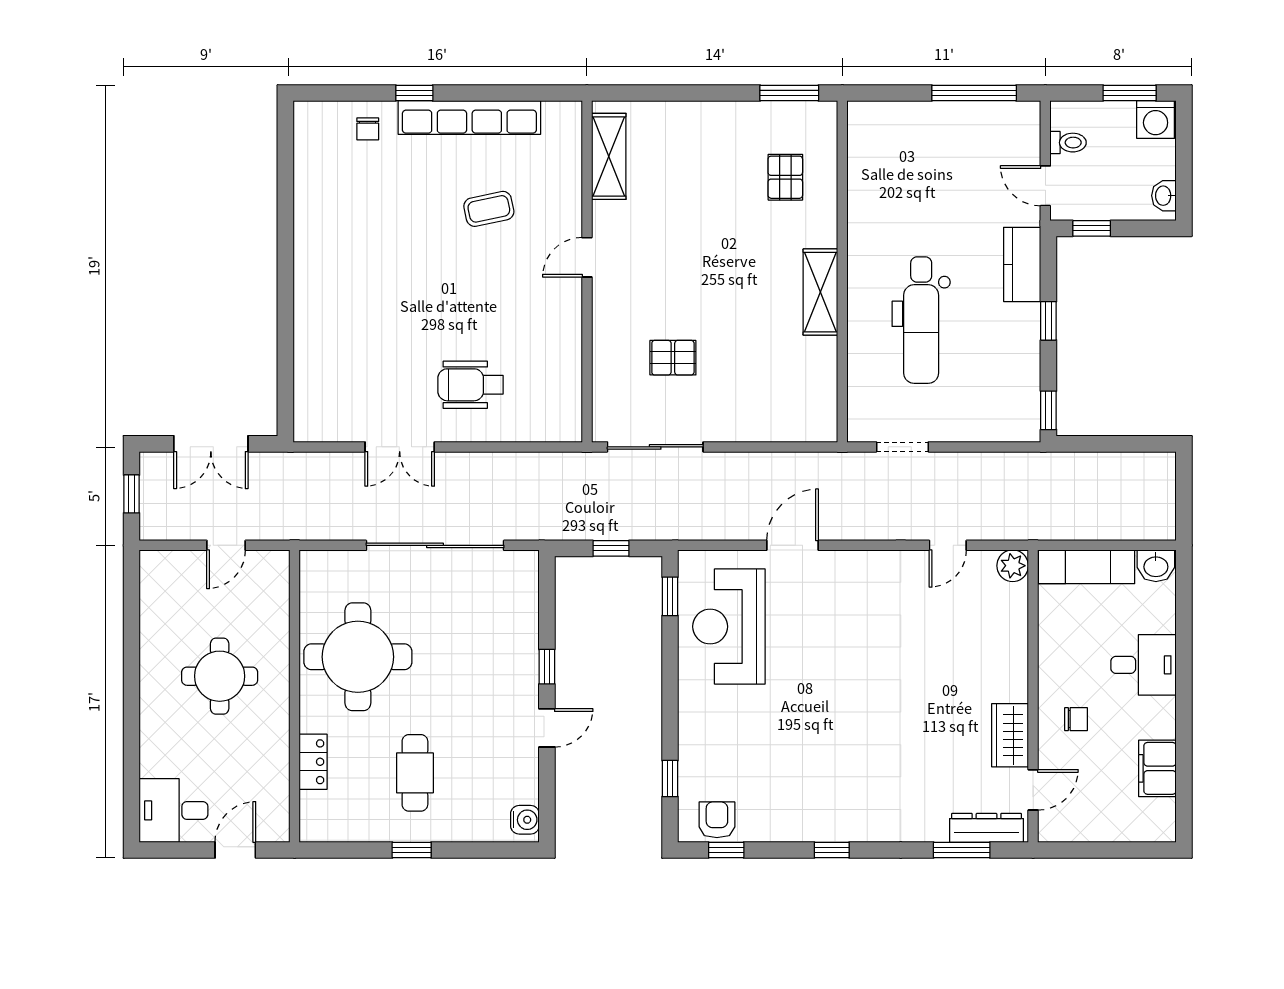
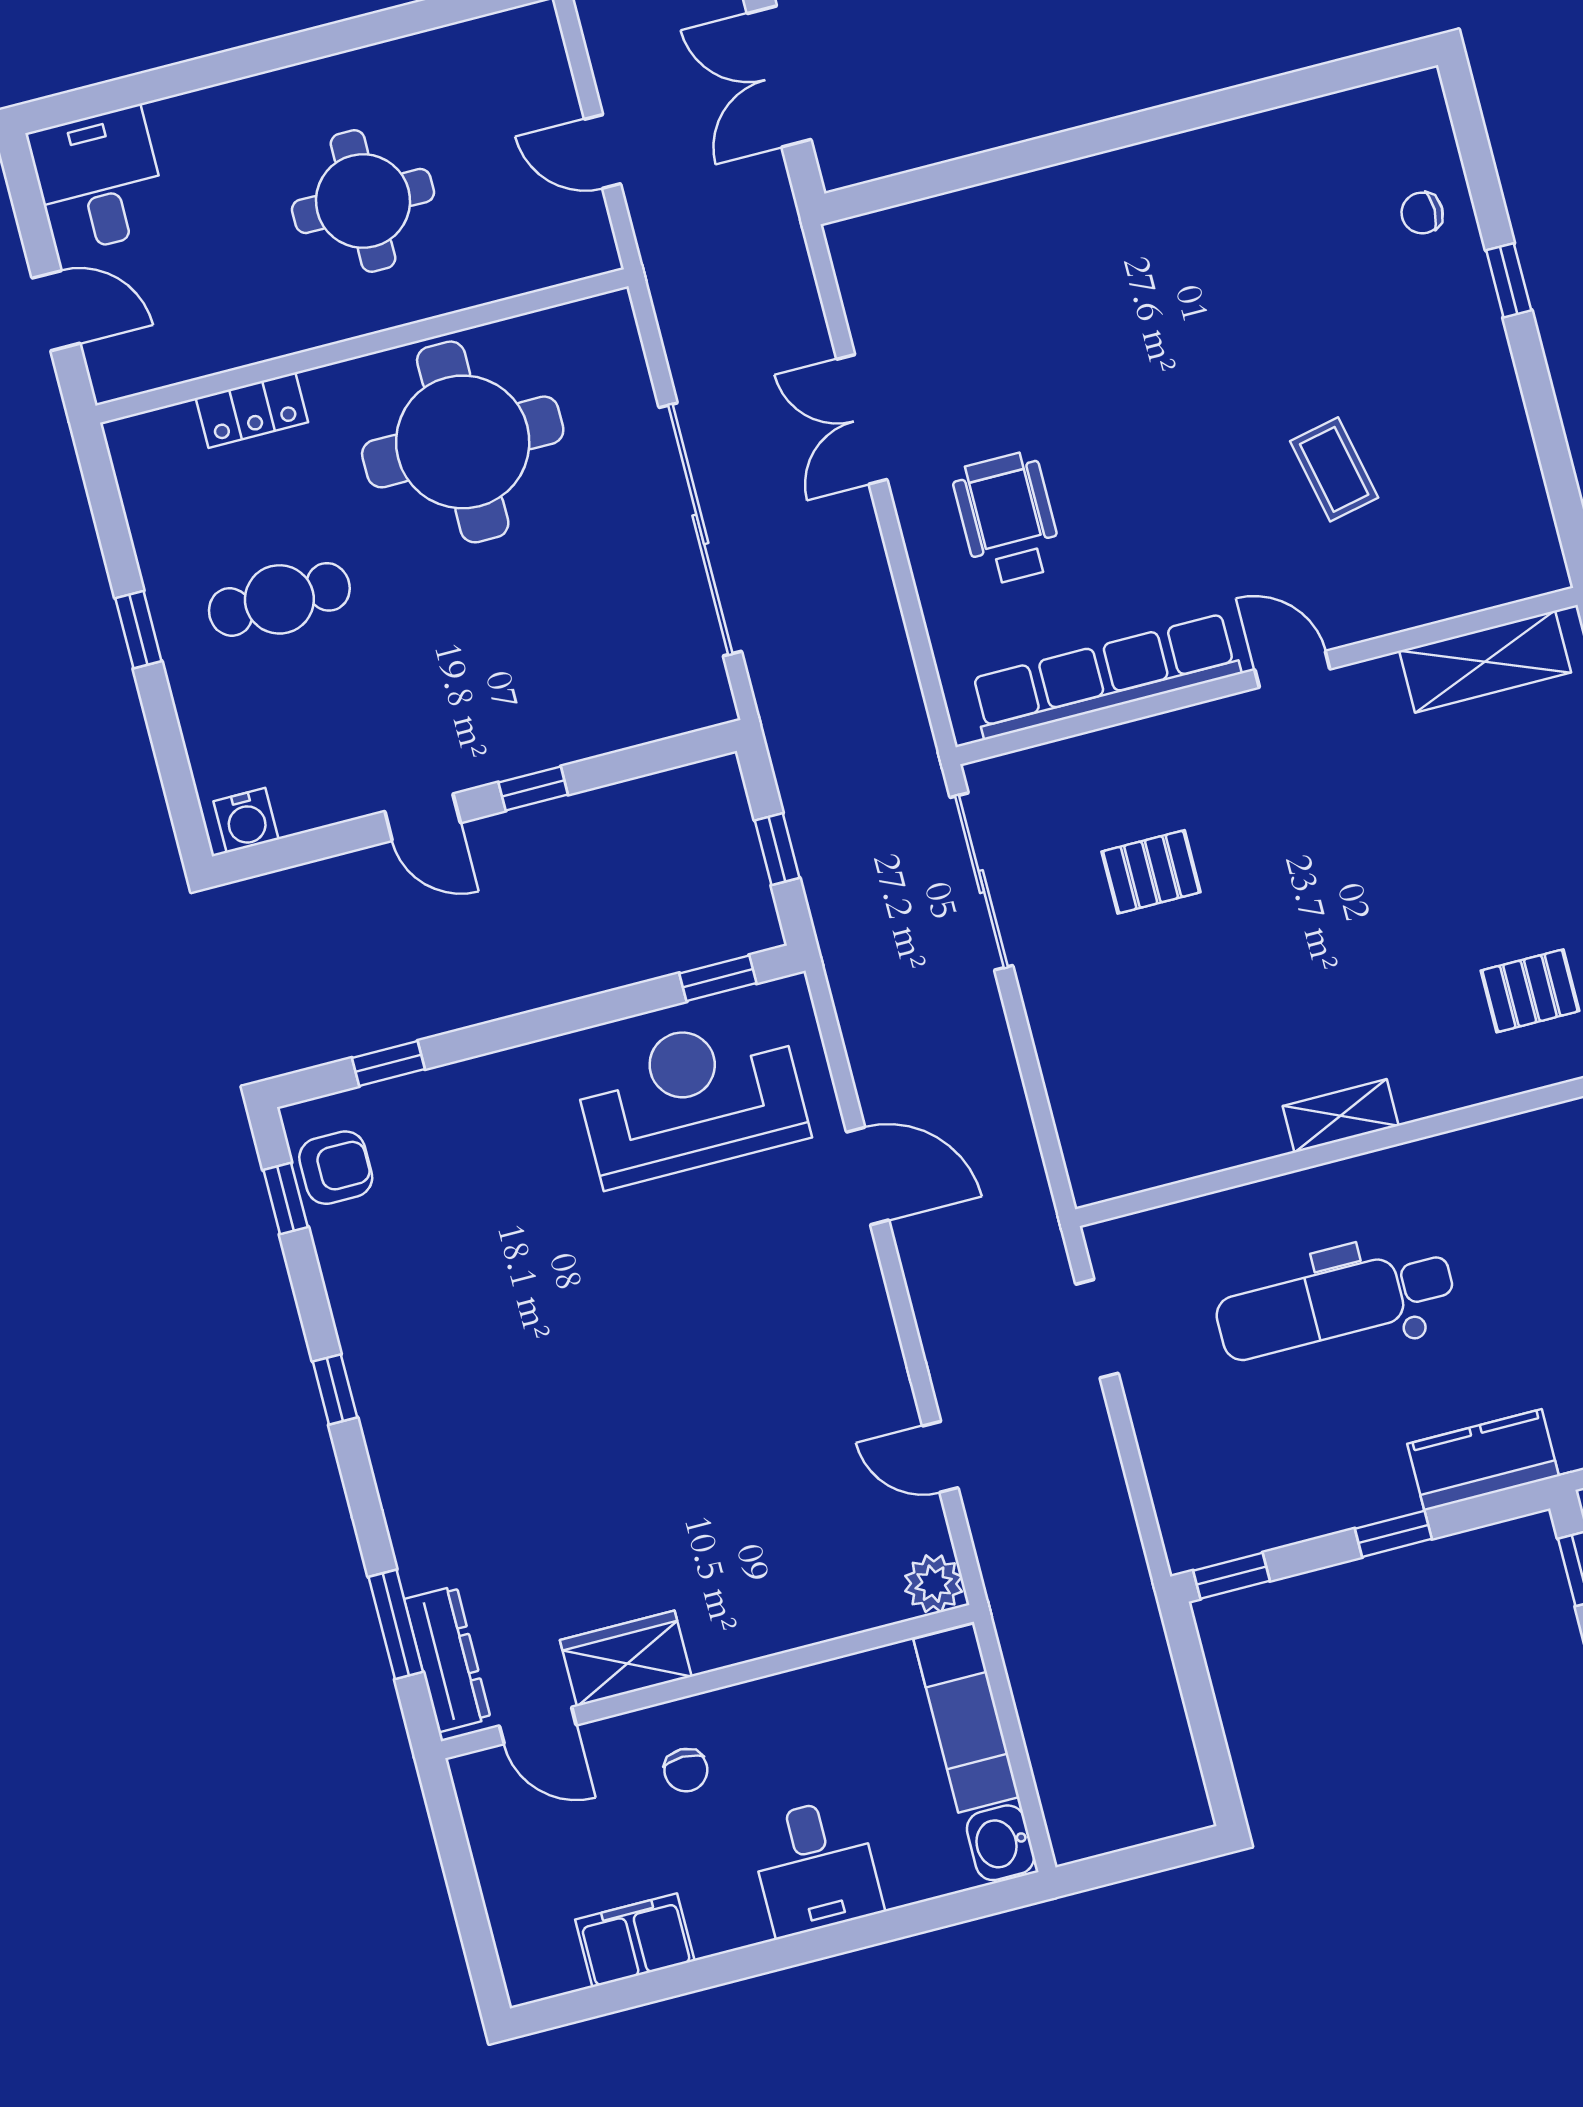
row of seats: (469, 118) -> (1105, 676), moved, turned 90
shelving: (820, 292) -> (1341, 1116), width x0.67, depth x0.75
pallet: (673, 358) -> (1151, 872), turned 90

